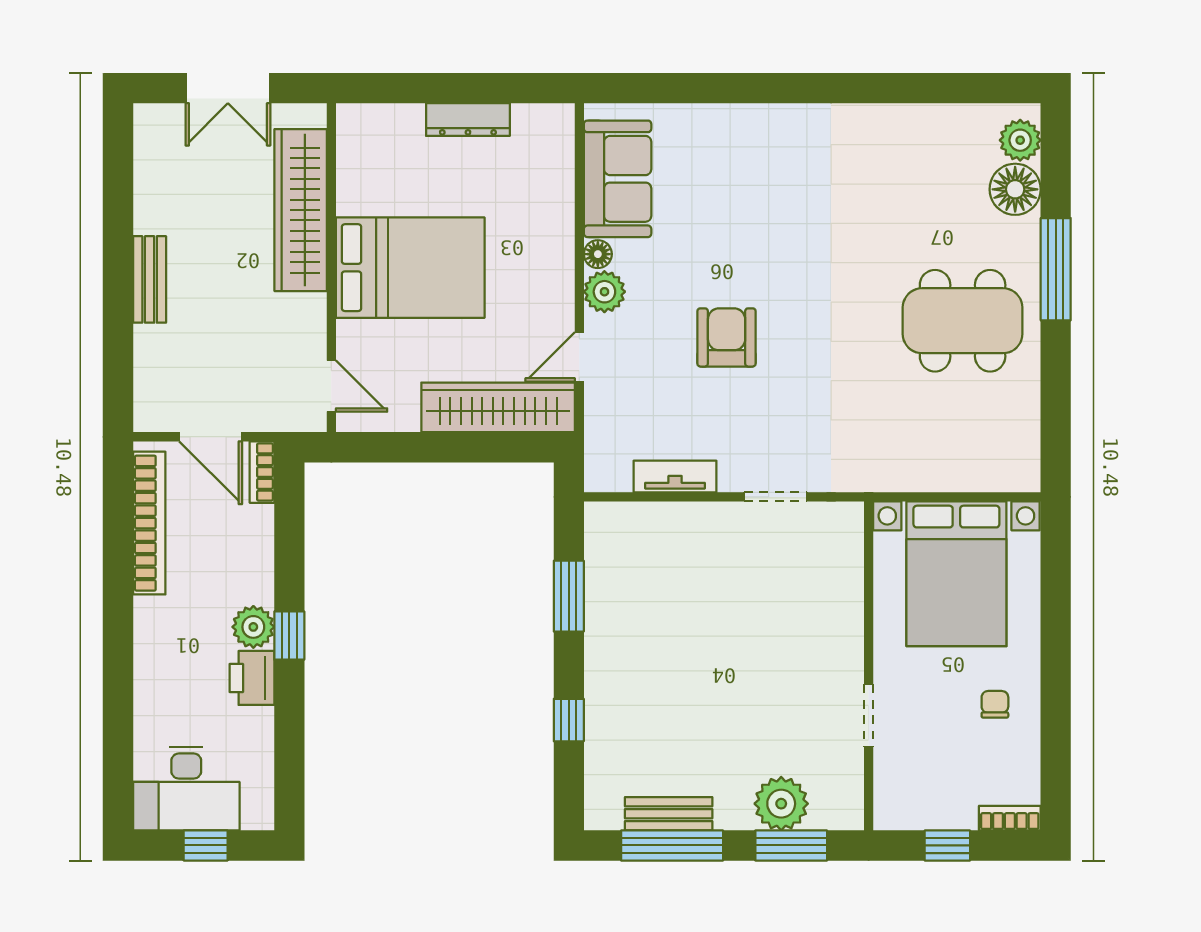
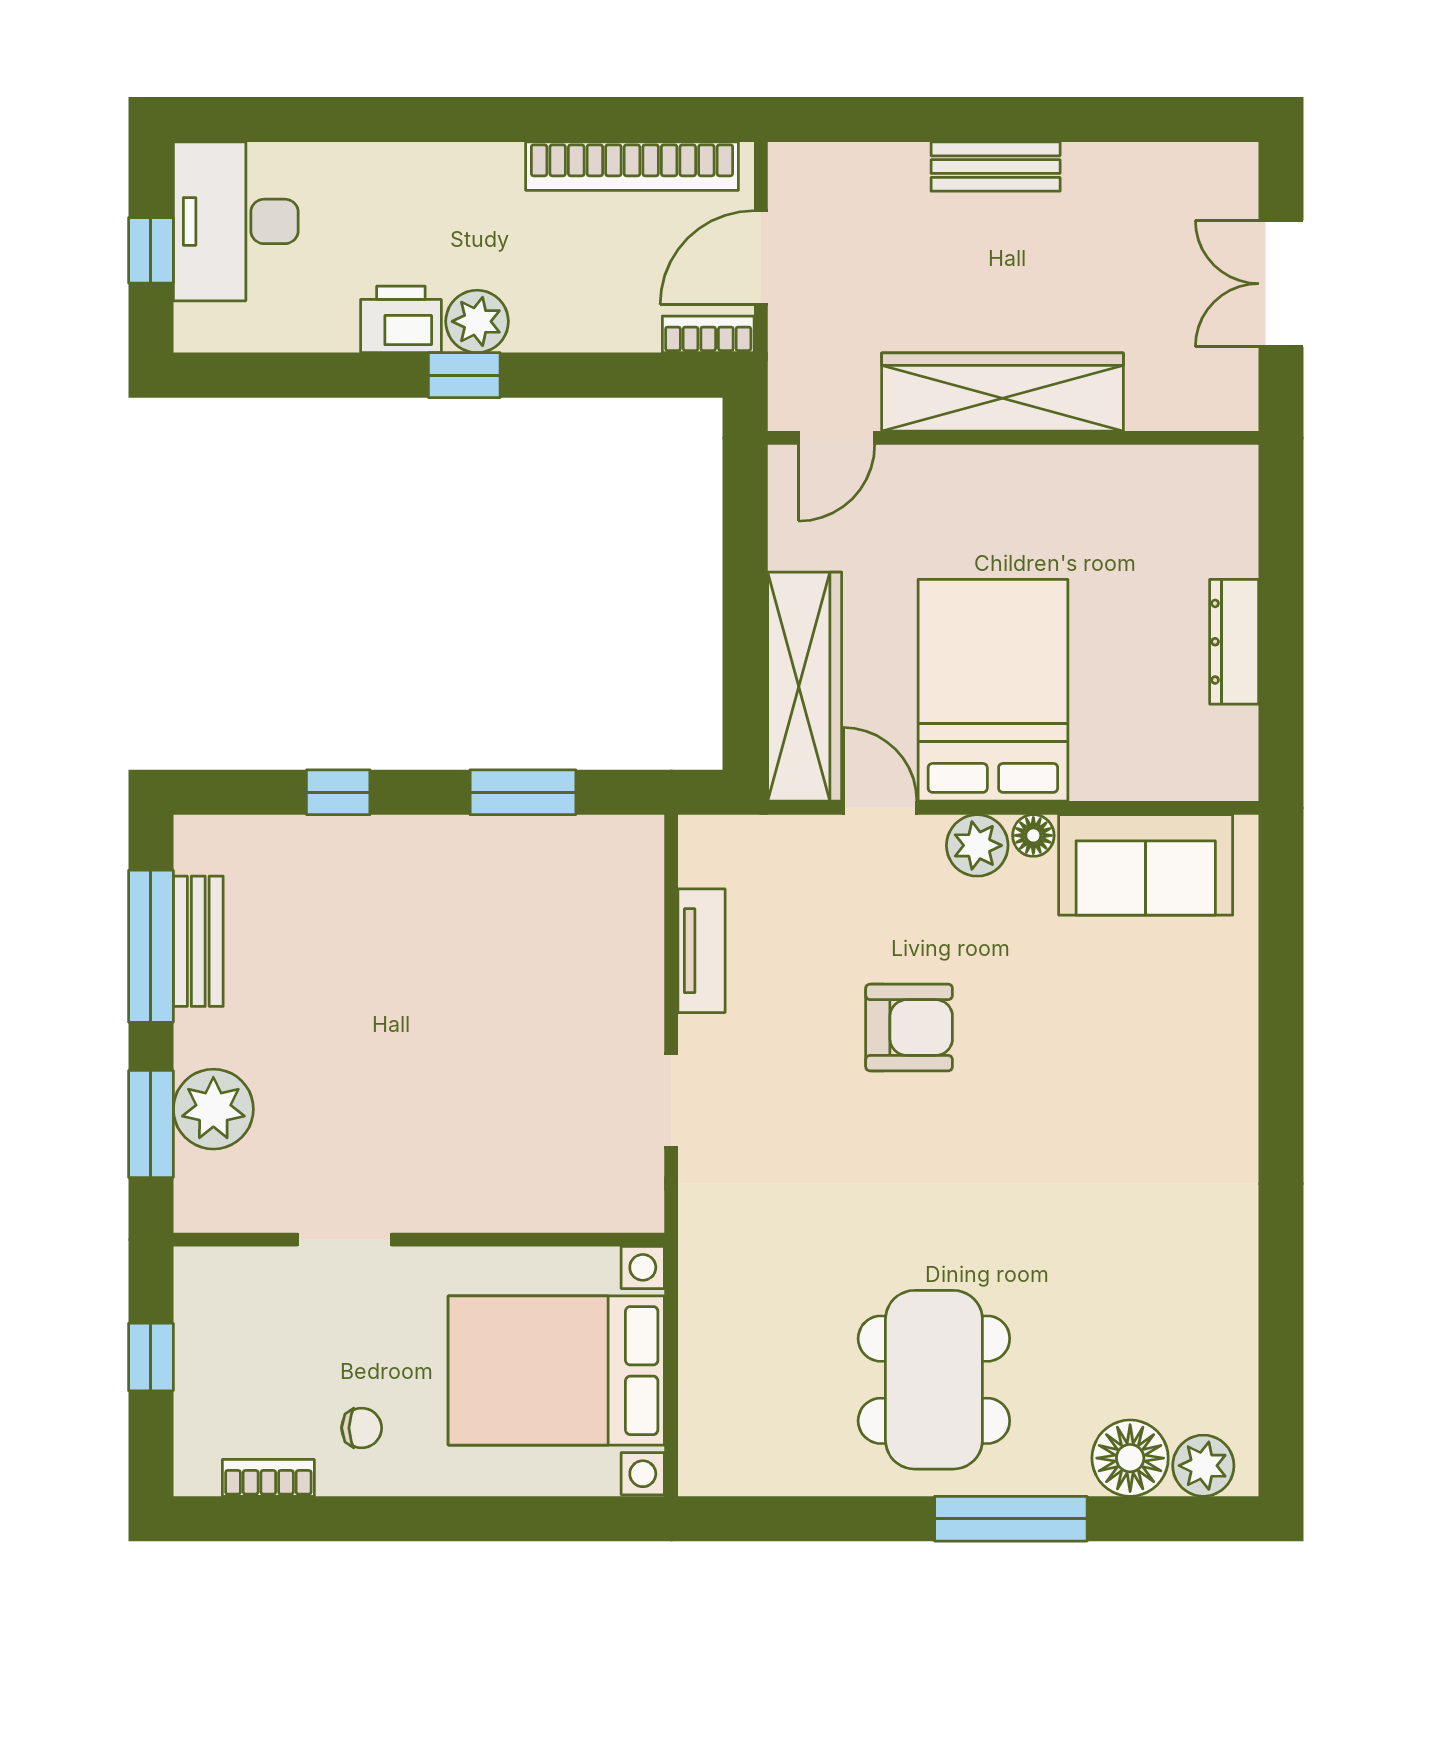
wardrobe: (301, 210) -> (1002, 392), moved
bed: (410, 268) -> (993, 690), moved, turned 180
bookcase: (1010, 818) -> (268, 1478), moved, turned -90

